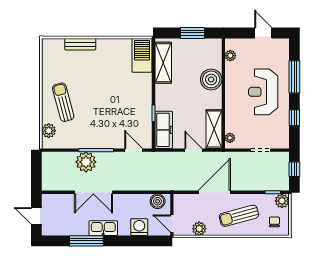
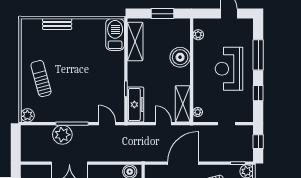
plant: (49, 131) -> (27, 115), moved

